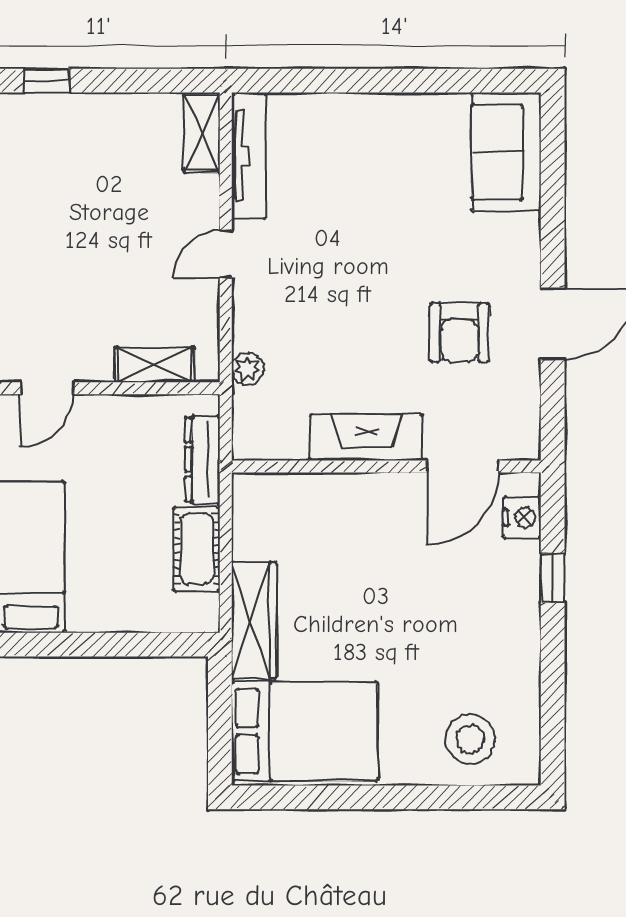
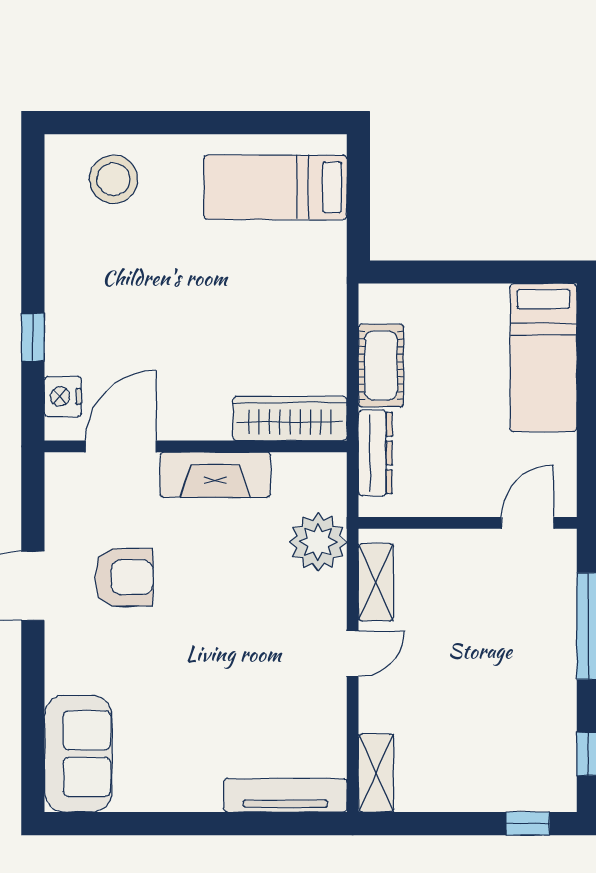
tv unit: (249, 156) -> (285, 795), moved, turned 90
armchair: (460, 333) -> (124, 577), turned 90
shelving: (155, 365) -> (376, 582), moved, turned 90
plant: (247, 369) -> (318, 542), width x1.87, depth x1.87
wardrobe: (254, 620) -> (290, 418), moved, turned 90
bed: (305, 731) -> (275, 187), width x0.67

